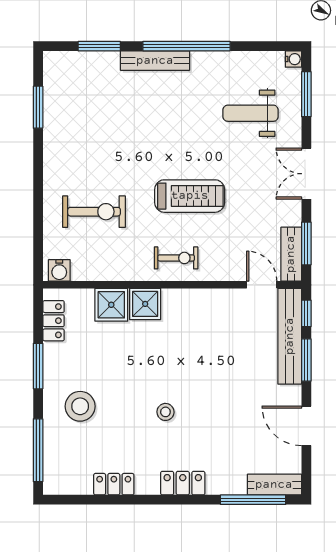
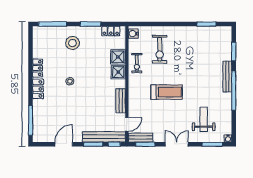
treadmill: (190, 196) -> (167, 92), turned -90
exercise bike: (176, 258) -> (137, 63), moved
locker: (114, 484) -> (38, 68), moved
bench: (274, 485) -> (121, 101), moved

